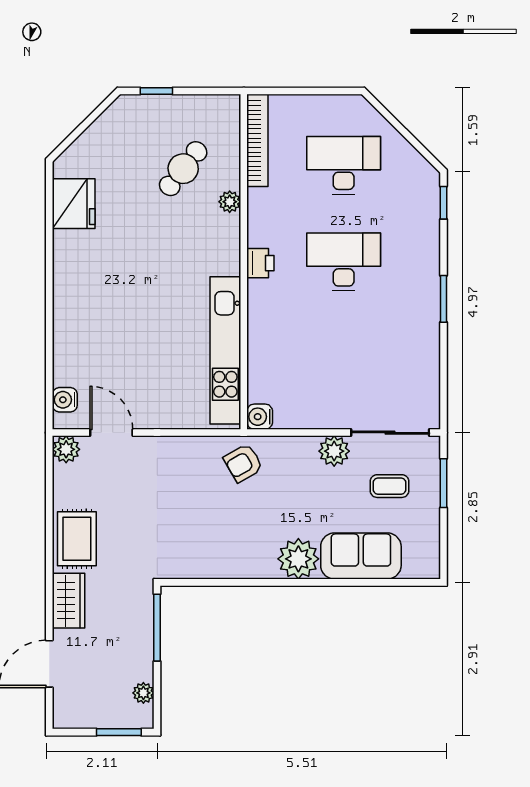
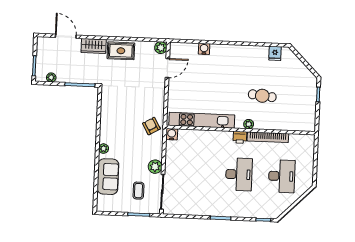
bookcase: (257, 140) -> (268, 137), moved
cafe table: (183, 169) -> (262, 96), moved, turned -32
plant: (230, 202) -> (249, 124), moved
fridge: (74, 204) -> (275, 53), width x0.53, depth x0.75
water cooler: (65, 400) -> (204, 49), moved
plant: (298, 559) -> (104, 149), width x0.53, depth x0.53

